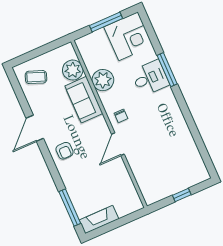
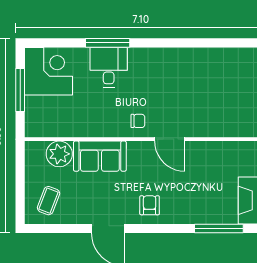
plant: (103, 80) -> (87, 124), removed
armchair: (64, 151) -> (150, 205), turned -90

